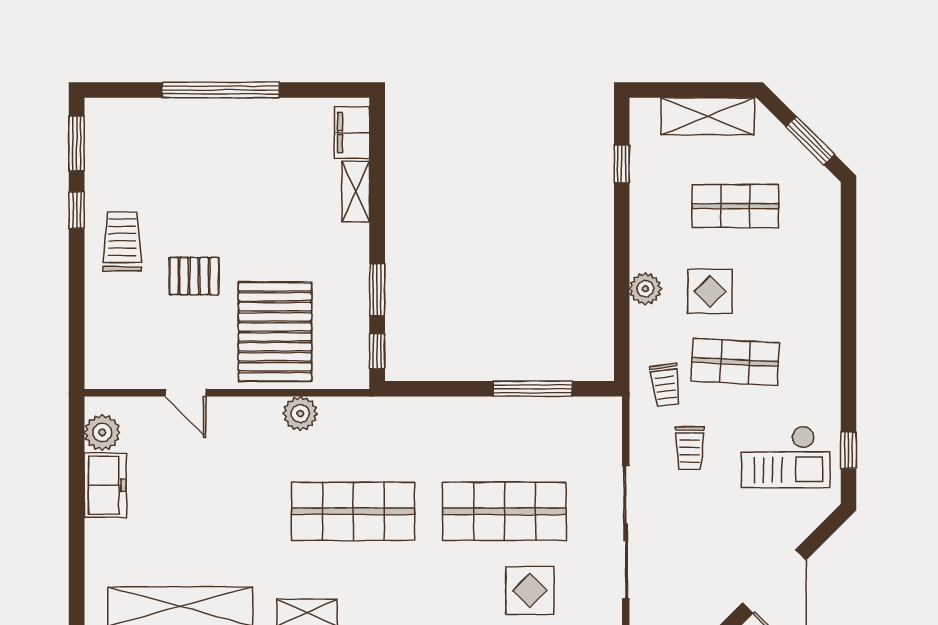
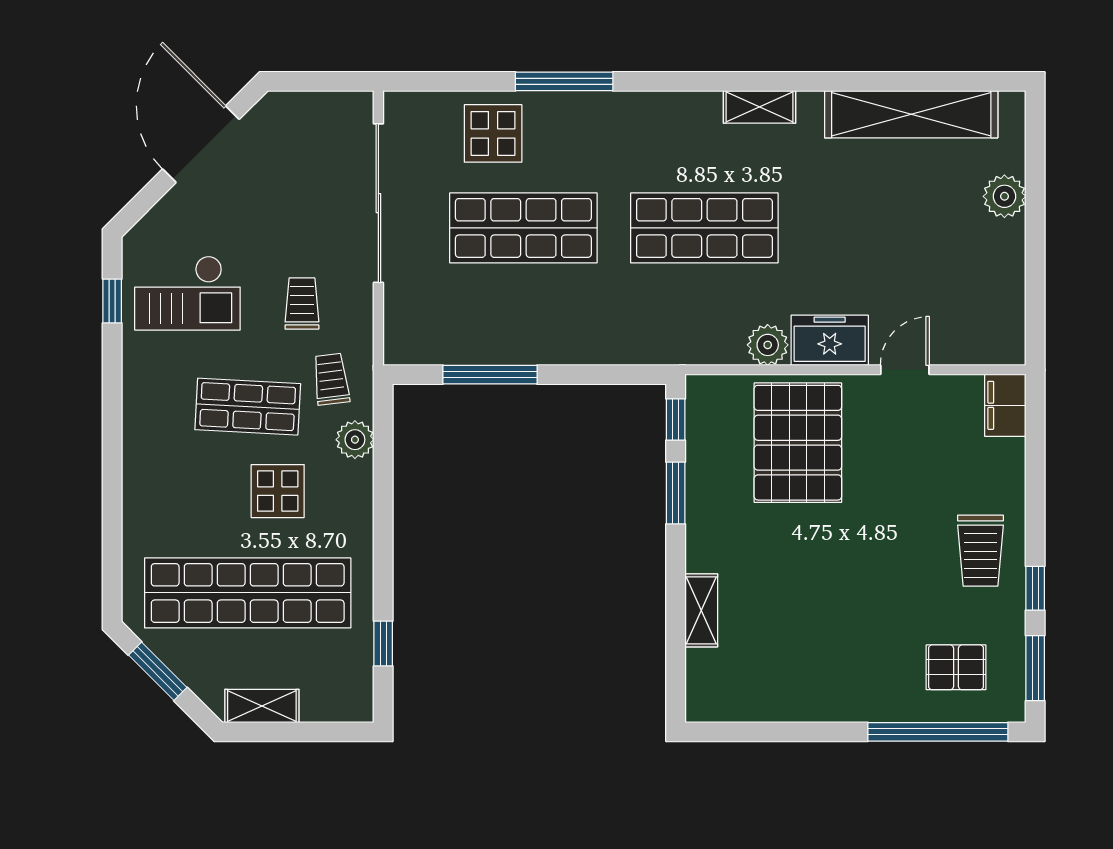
window: (221, 90) -> (938, 732), moved
shelving: (708, 116) -> (262, 706), width x0.67, depth x0.75
filing cabinet: (352, 133) -> (1005, 405), moved, turned 180
shop shelf: (735, 206) -> (248, 593), width x2.00, depth x1.36
pallet: (194, 276) -> (956, 667), moved
plant: (645, 289) -> (355, 440), moved
door: (186, 393) -> (905, 370), hinge flipped
plant: (102, 432) -> (1004, 196), moved
checkout: (785, 457) -> (187, 293), turned 180
freezer: (105, 485) -> (830, 340), moved, turned 90

